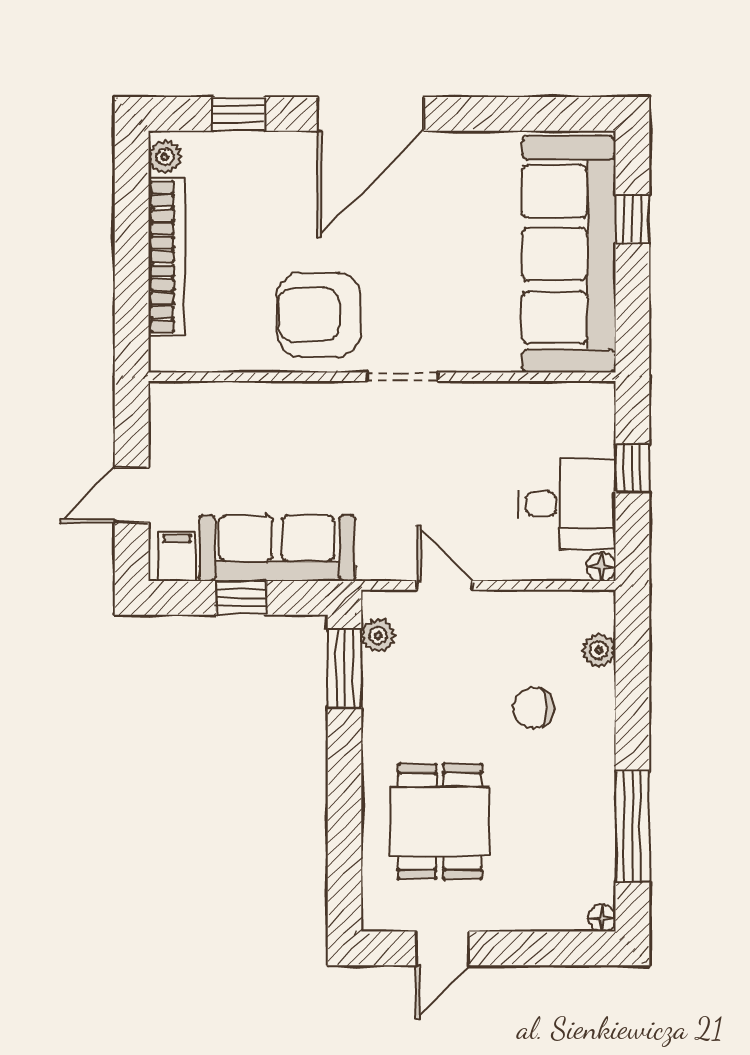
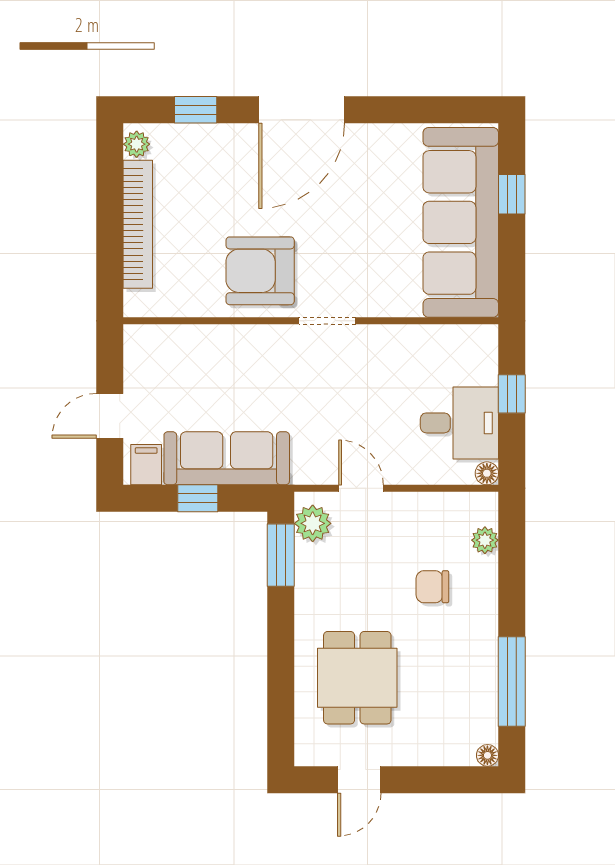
plant: (378, 635) -> (313, 523), width x1.38, depth x1.38

